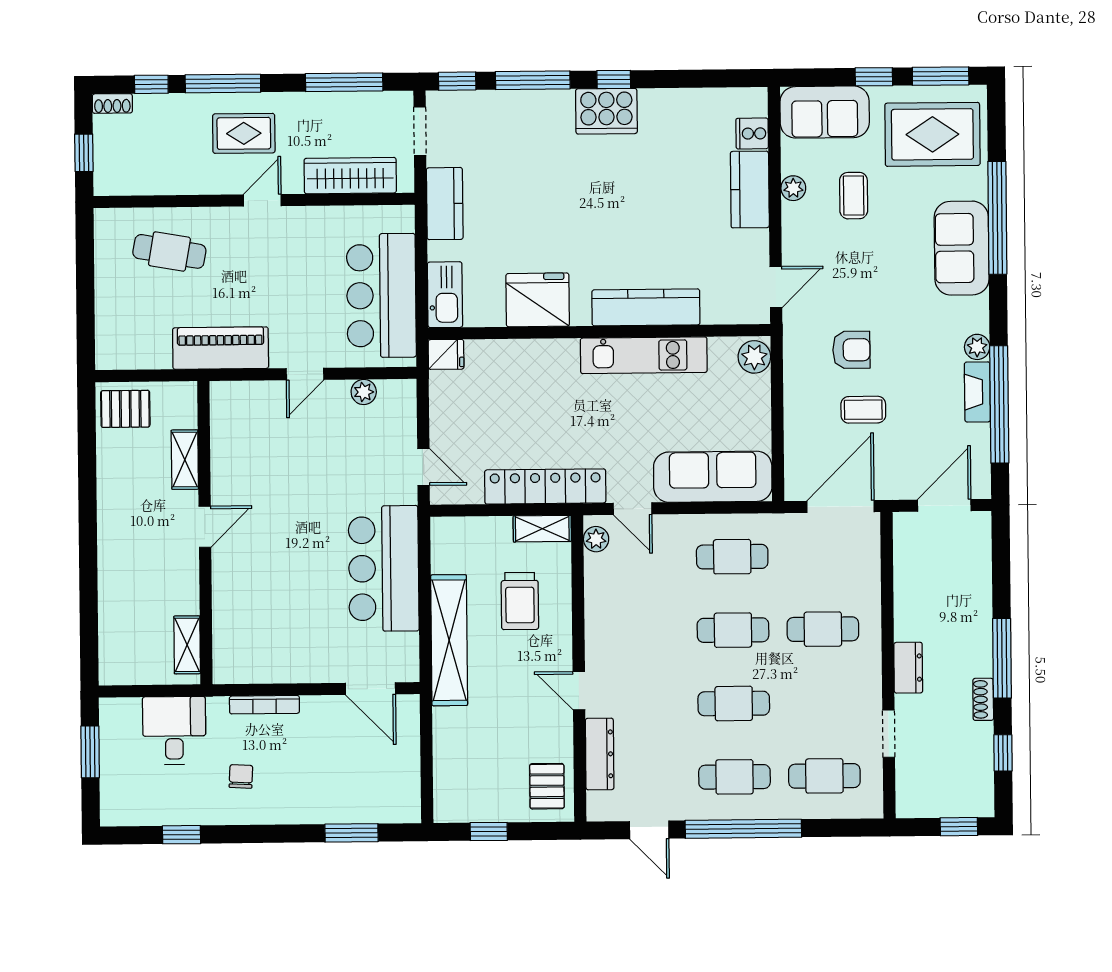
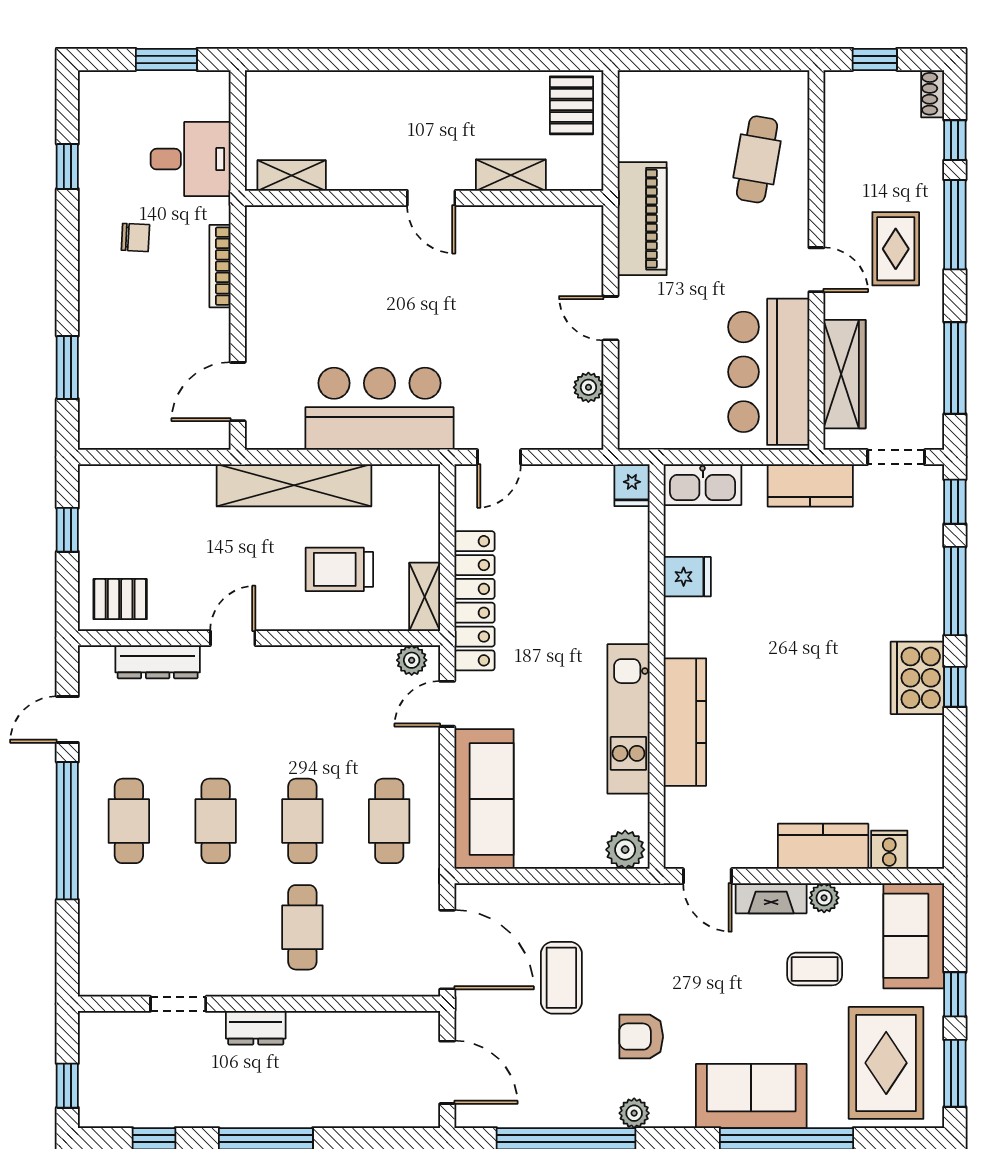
bar counter: (381, 296) -> (769, 372), moved, turned -90
fridge: (538, 300) -> (687, 577), width x0.53, depth x0.75
armchair: (851, 350) -> (641, 1037), moved, turned 90
fireplace: (977, 392) -> (771, 898), moved, turned 180
coffee table: (863, 410) -> (561, 978), width x1.36, depth x1.30
shoe rack: (983, 699) -> (217, 1116), removed
cafe table: (824, 776) -> (129, 927), removed

